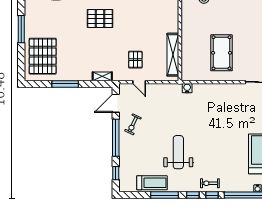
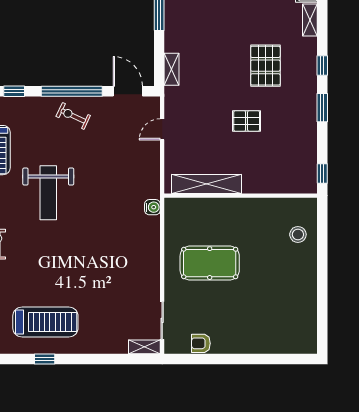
pallet: (135, 60) -> (247, 121), moved
exercise bike: (133, 124) -> (73, 116), moved
weight bench: (178, 152) -> (48, 193), turned 90

